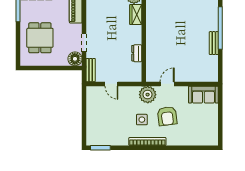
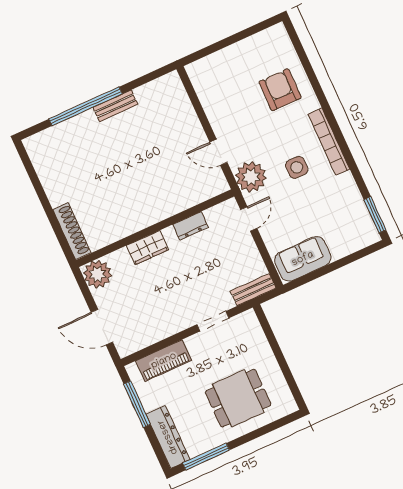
wardrobe: (136, 15) -> (147, 248), moved
floor lamp: (75, 59) -> (247, 324), removed
door: (111, 84) -> (249, 219), moved
sofa: (203, 95) -> (303, 259), moved, turned -90
armchair: (167, 116) -> (280, 90), moved, turned -83

